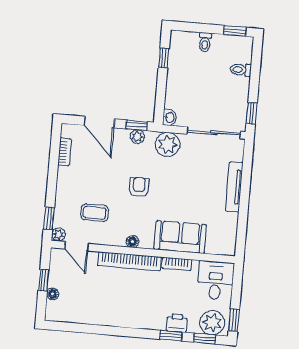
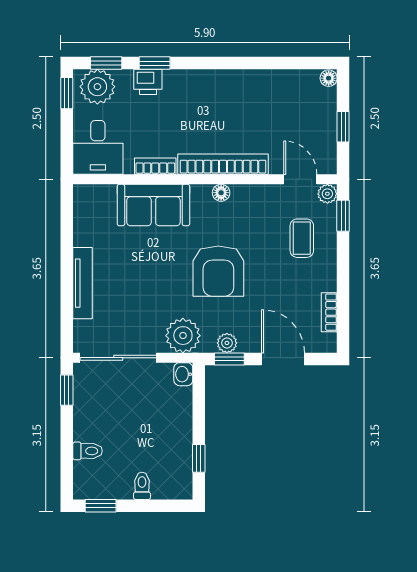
armchair: (139, 187) -> (218, 271), width x1.88, depth x1.88
coffee table: (95, 213) -> (302, 238), moved, turned 90
floor lamp: (53, 294) -> (329, 78), moved

